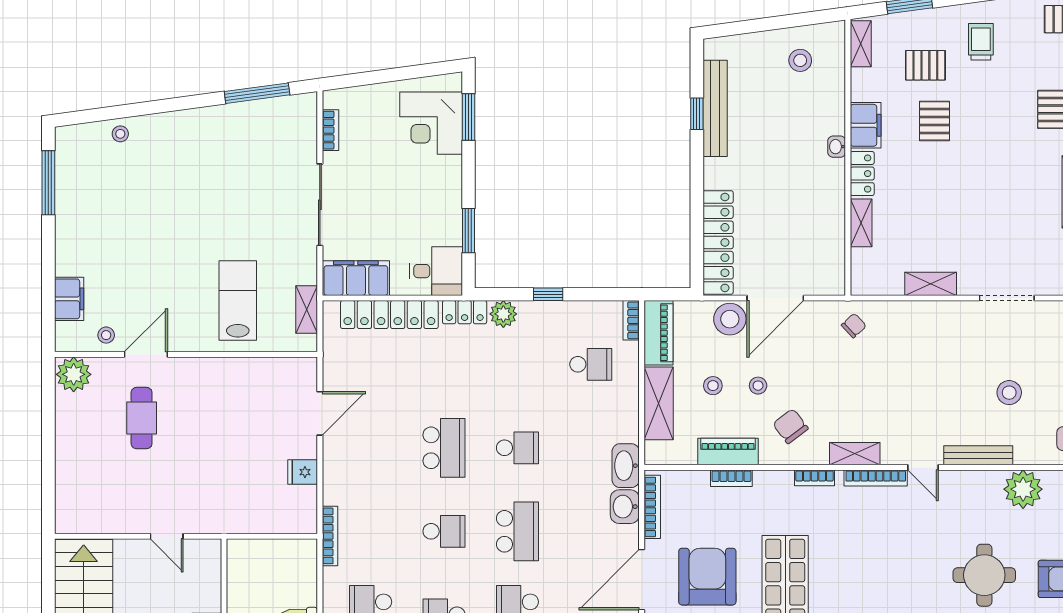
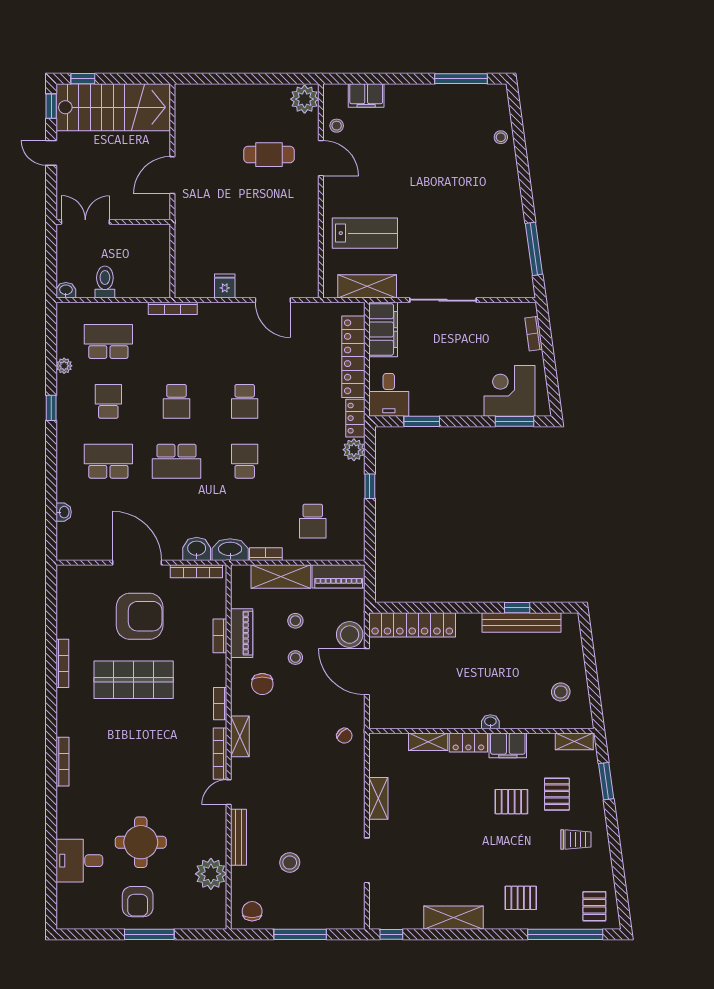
bookcase: (330, 130) -> (534, 334), moved, turned 82
shelving: (307, 310) -> (367, 286), width x1.50, depth x1.33
bookcase: (631, 320) -> (266, 554), moved
chair: (790, 426) -> (262, 684), turned 127
school desk: (444, 448) -> (245, 401), width x0.54
school desk: (517, 448) -> (245, 461), turned 180
door: (167, 536) -> (172, 175), width x1.38

